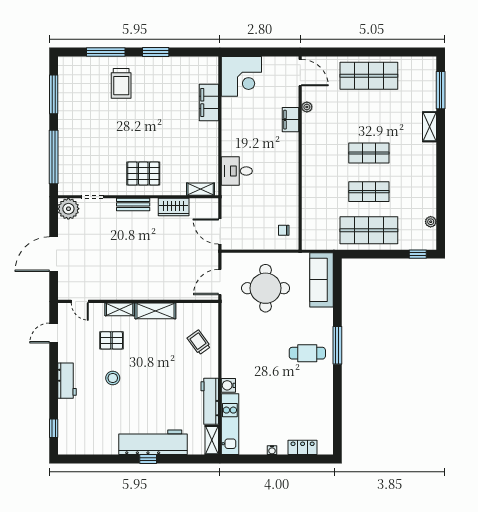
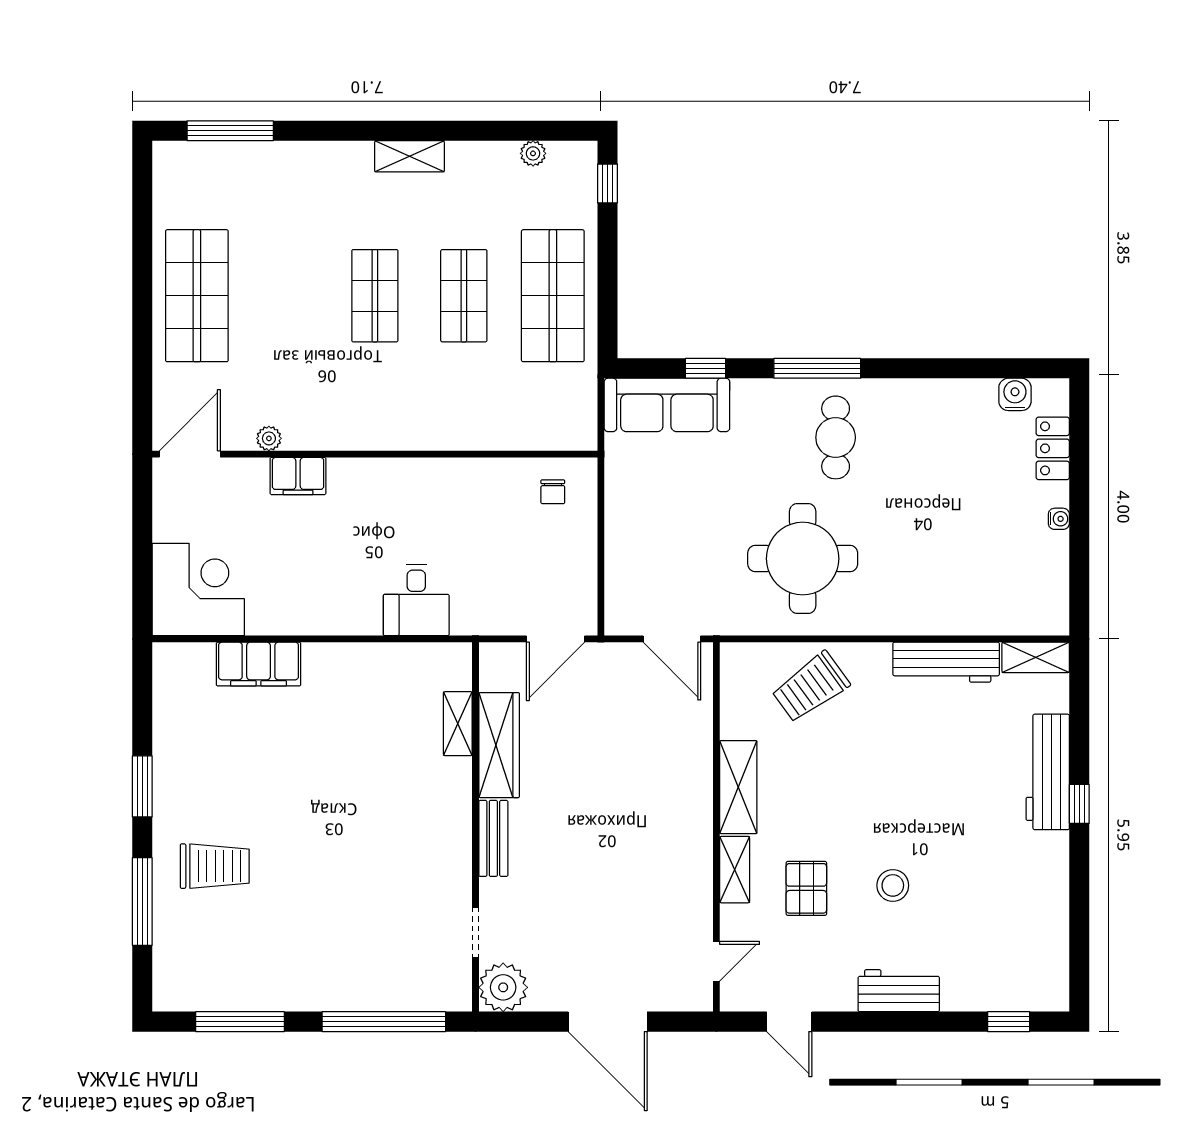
shelving: (429, 127) -> (409, 156), moved
pallet: (143, 174) -> (422, 815), removed
shelving: (201, 189) -> (458, 724), moved
wardrobe: (174, 207) -> (499, 745), width x1.50
round table: (266, 288) -> (803, 559), moved
window: (337, 297) -> (706, 368), added
trolley: (199, 342) -> (811, 687), width x1.36, depth x1.39
water cooler: (228, 385) -> (1015, 394), moved, turned 180
kitchen unit: (230, 424) -> (999, 616), removed
workbench: (153, 442) -> (1048, 772), width x0.73, depth x0.76

